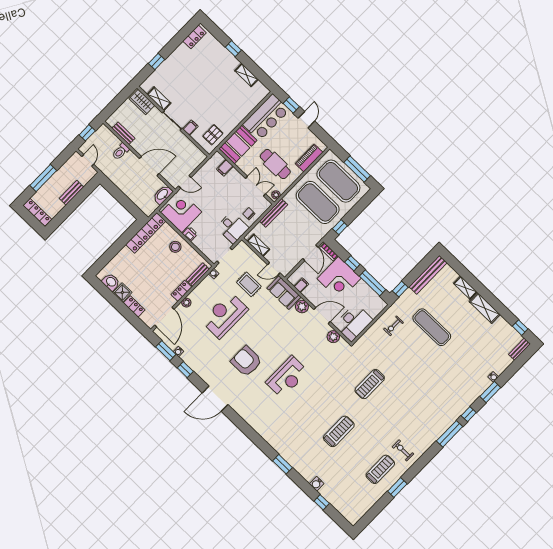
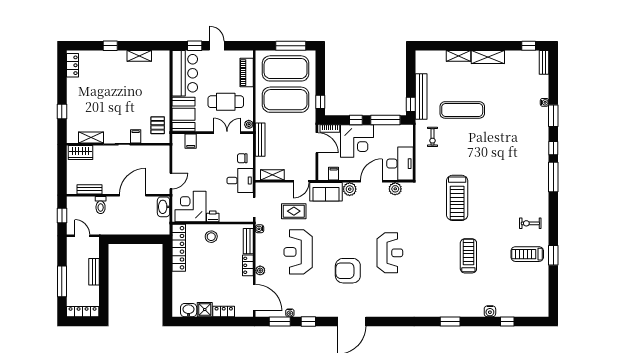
bench: (428, 275) -> (421, 96), moved
treadmill: (370, 384) -> (457, 198), width x1.37, depth x1.38
treadmill: (380, 469) -> (527, 254), turned -90

